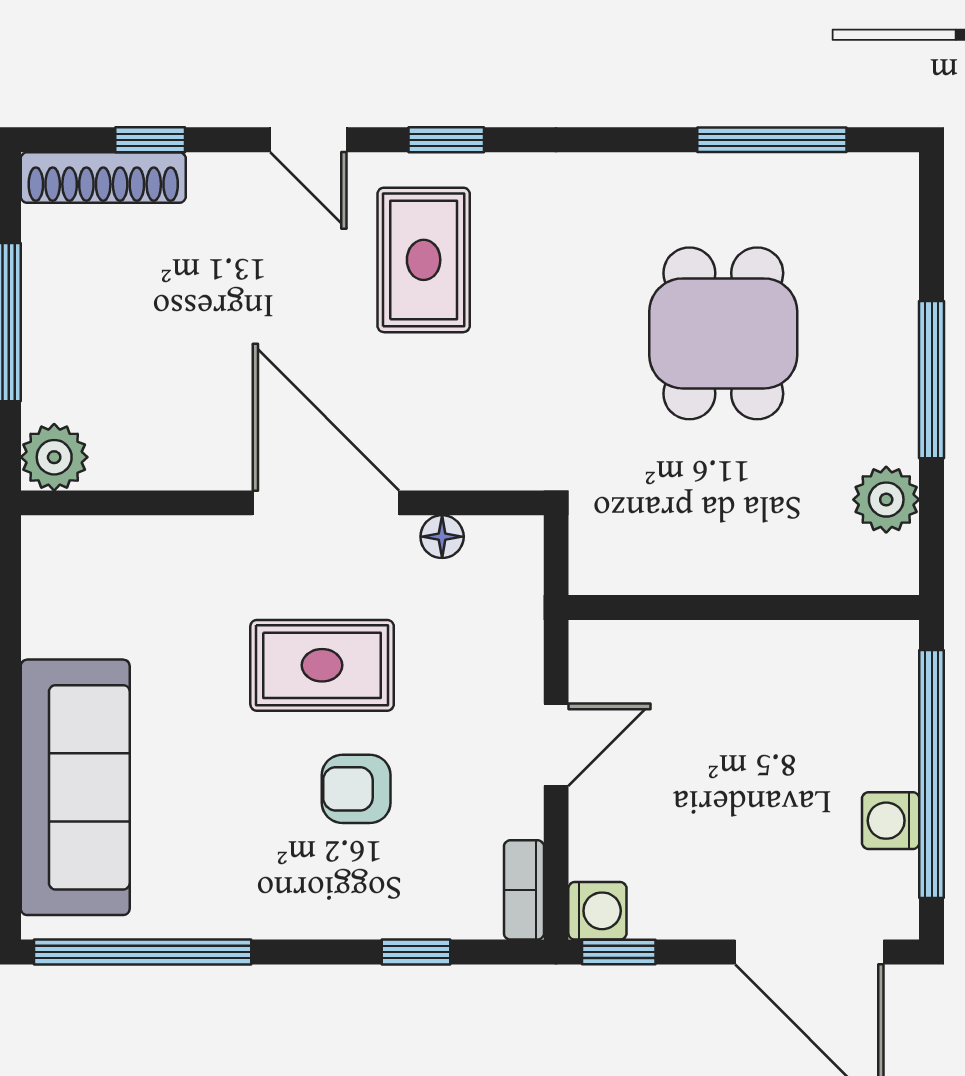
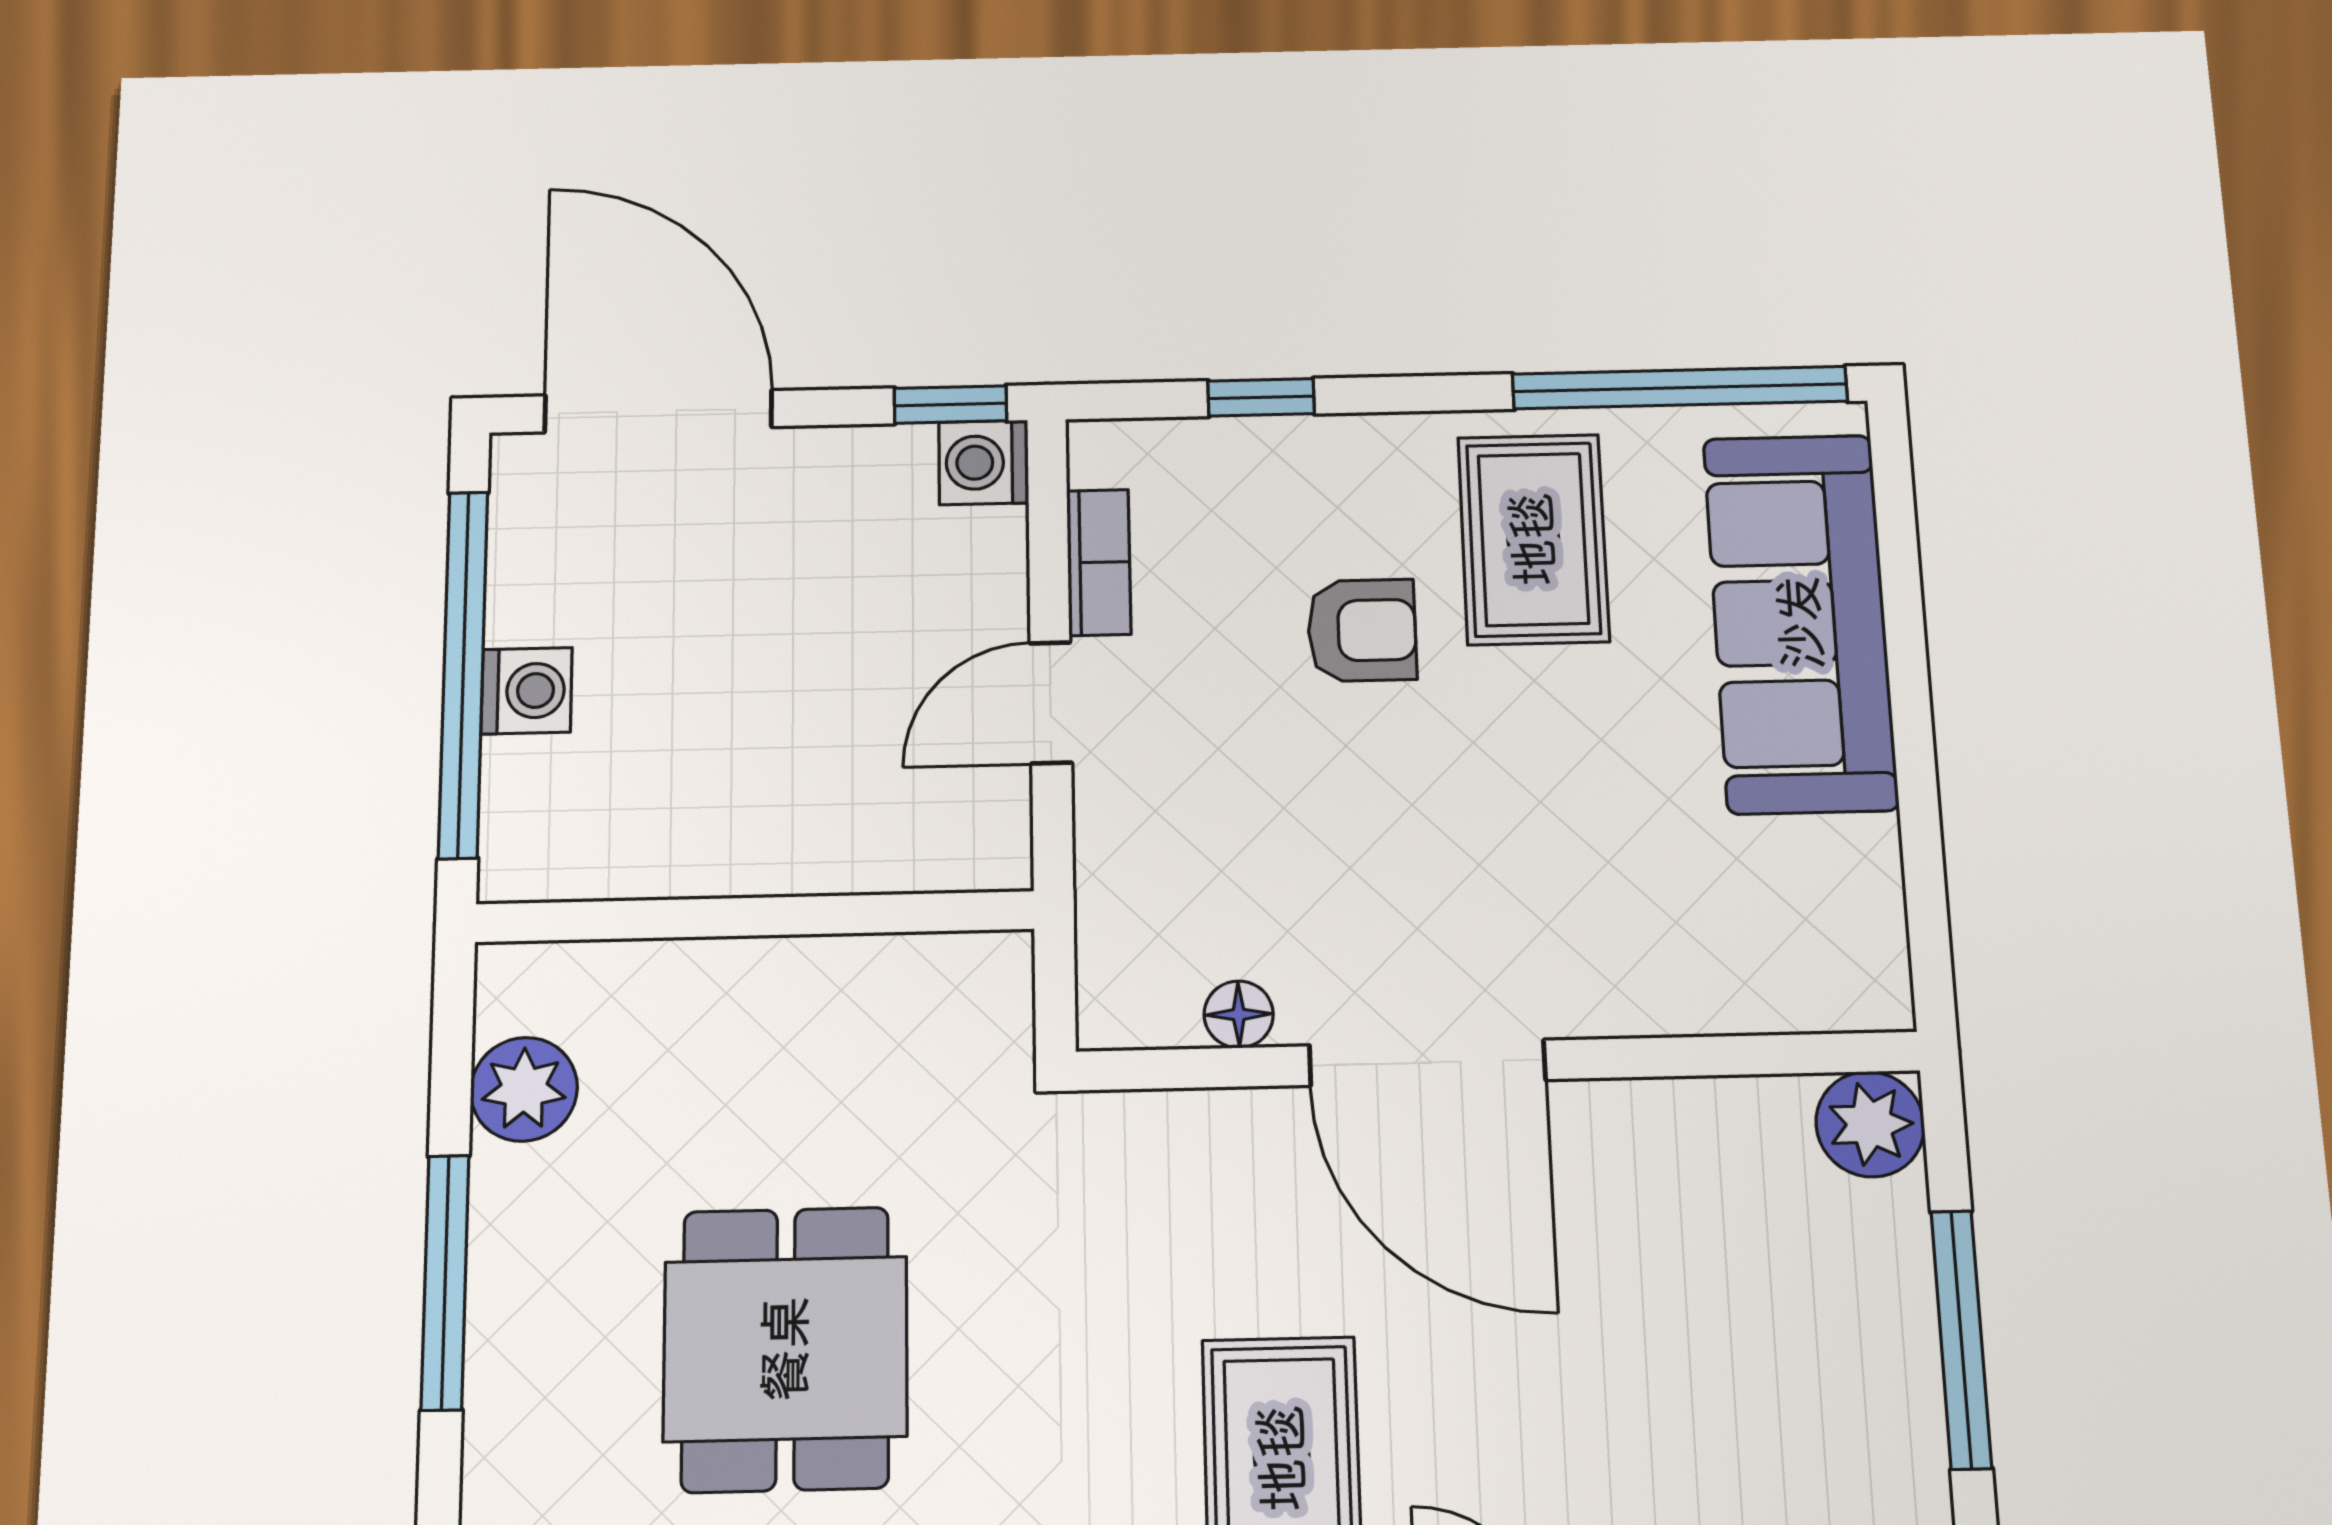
rug: (322, 665) -> (1533, 539), moved, turned 90
washing machine: (891, 821) -> (527, 691), moved
bookcase: (524, 890) -> (1099, 562), moved

